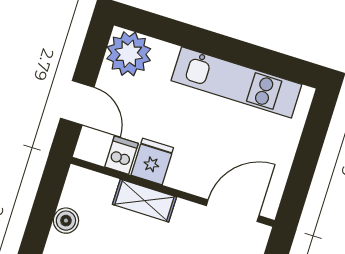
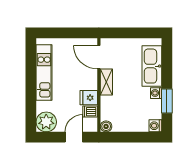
shelving: (144, 201) -> (106, 82), moved
boiler: (66, 221) -> (106, 126), moved

